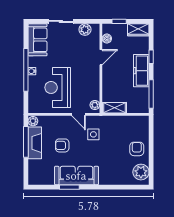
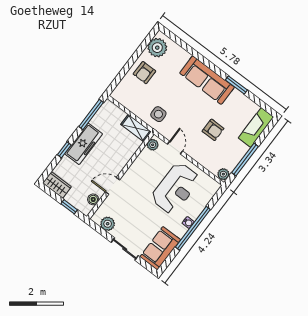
side table: (93, 134) -> (158, 114), moved
fireplace: (35, 143) -> (256, 127), moved
sofa: (76, 176) -> (207, 80), moved

